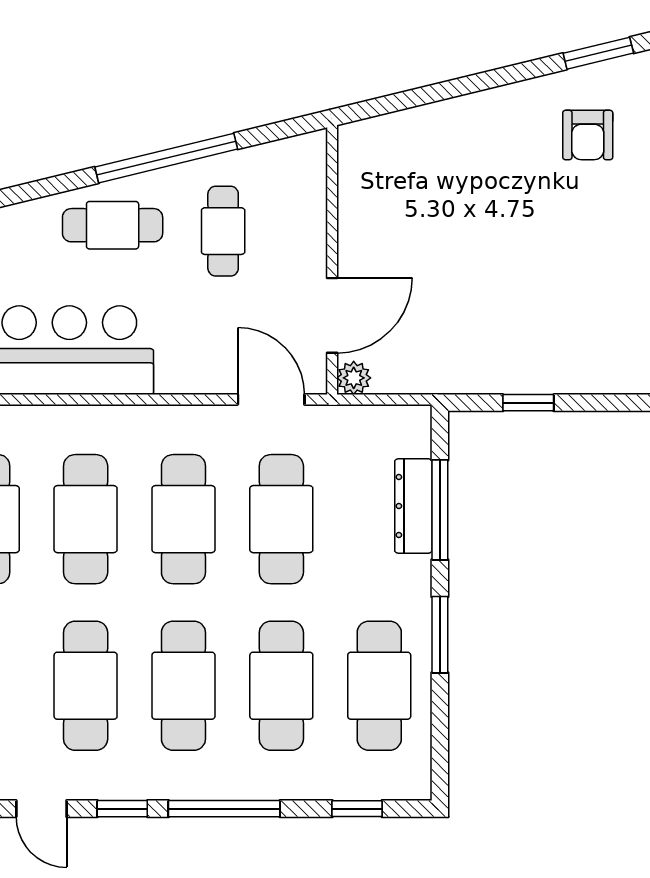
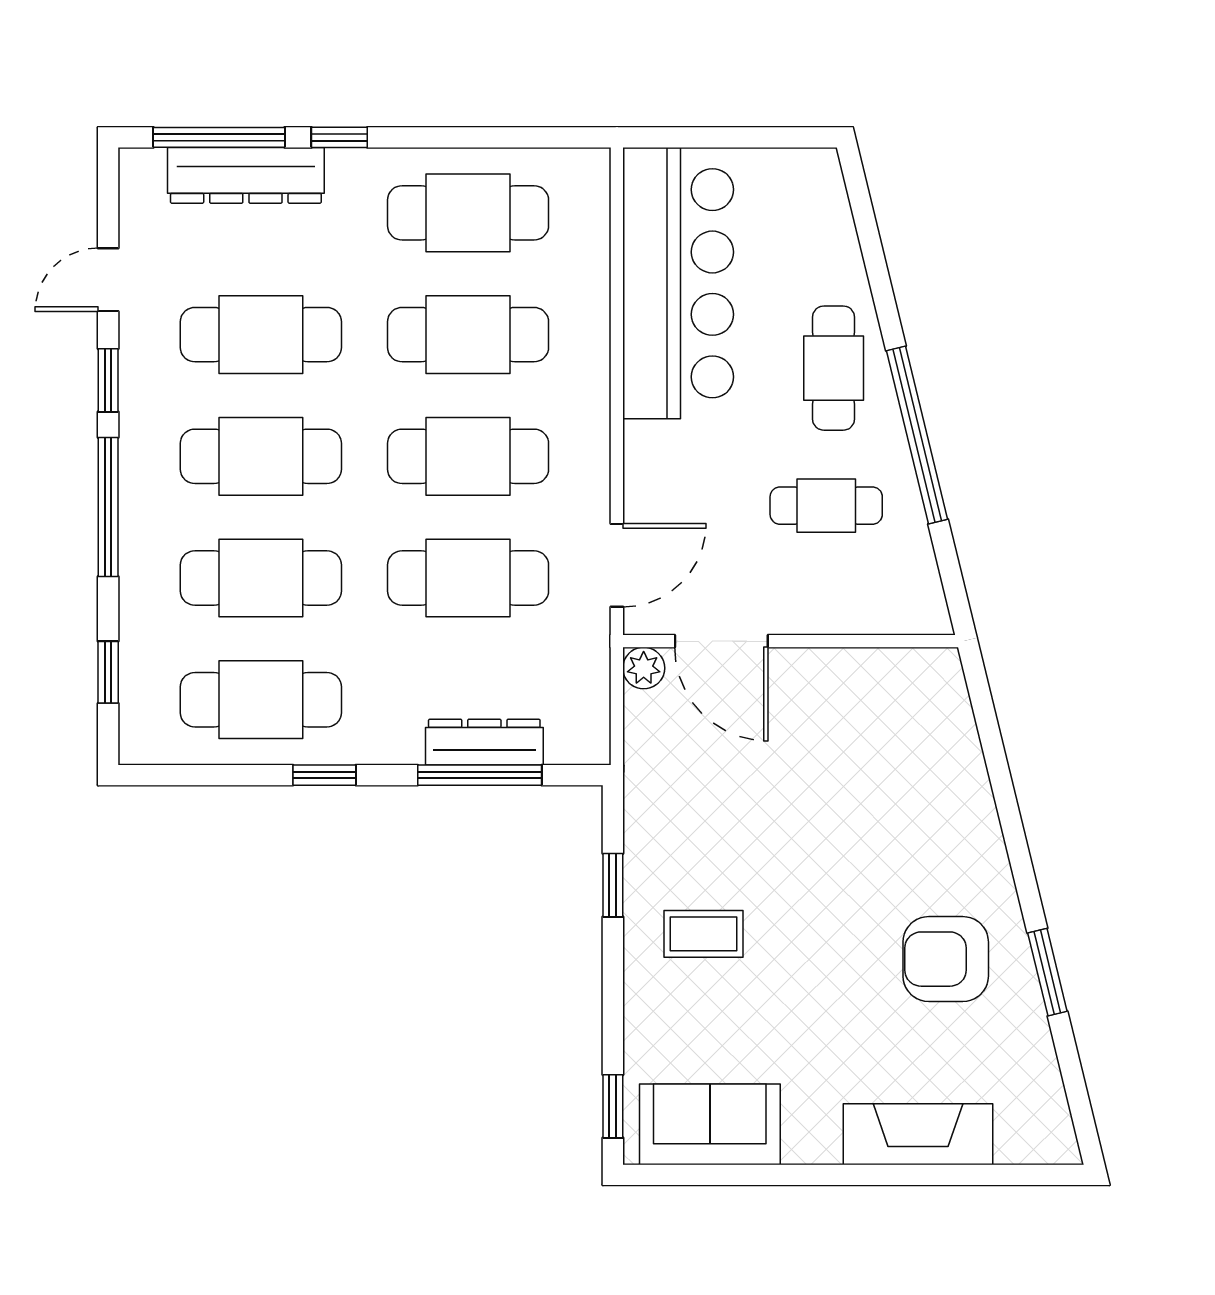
armchair: (588, 135) -> (946, 959), width x1.38, depth x1.38
coffee table: (567, 330) -> (704, 934), added
window: (440, 635) -> (324, 775), width x0.67

